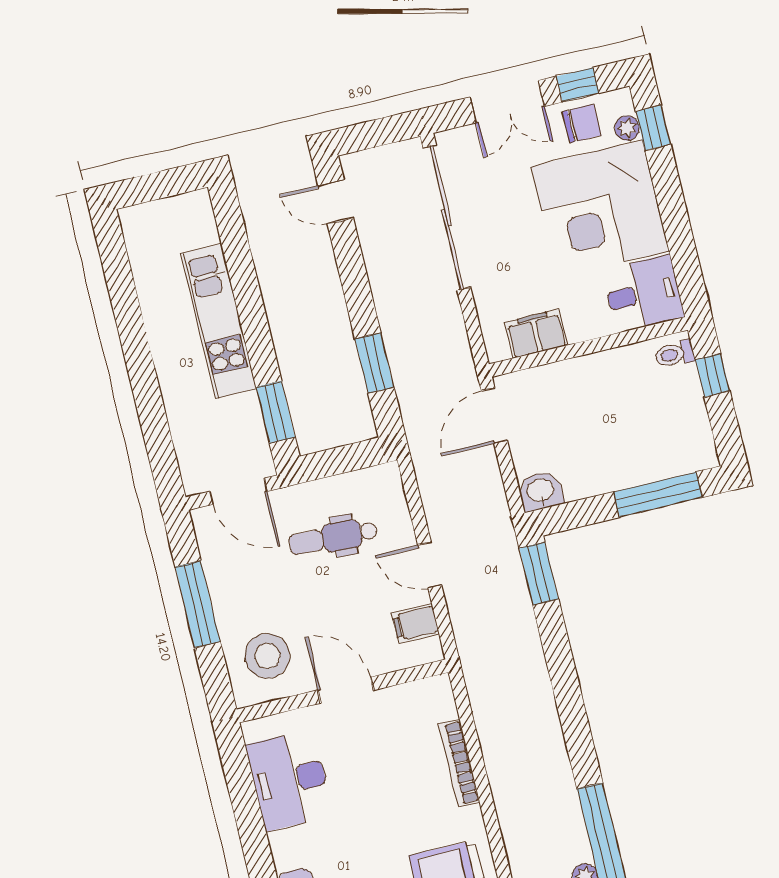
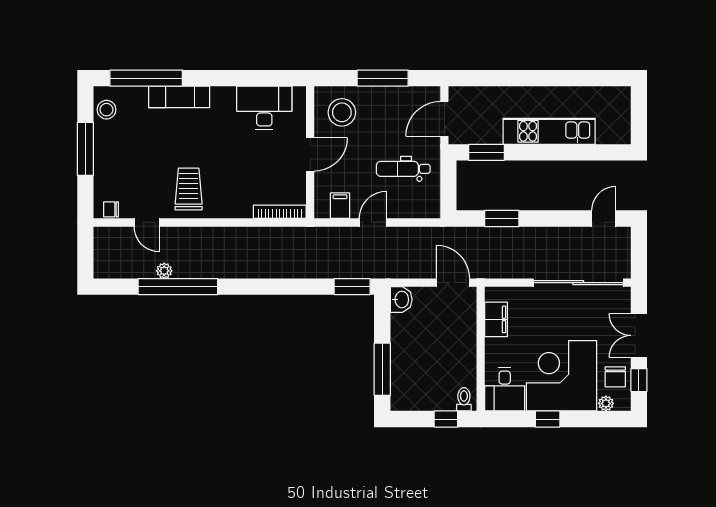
window: (653, 128) -> (548, 419), moved
dental chair: (333, 537) -> (403, 169), turned -93
bookcase: (459, 763) -> (280, 212), moved

